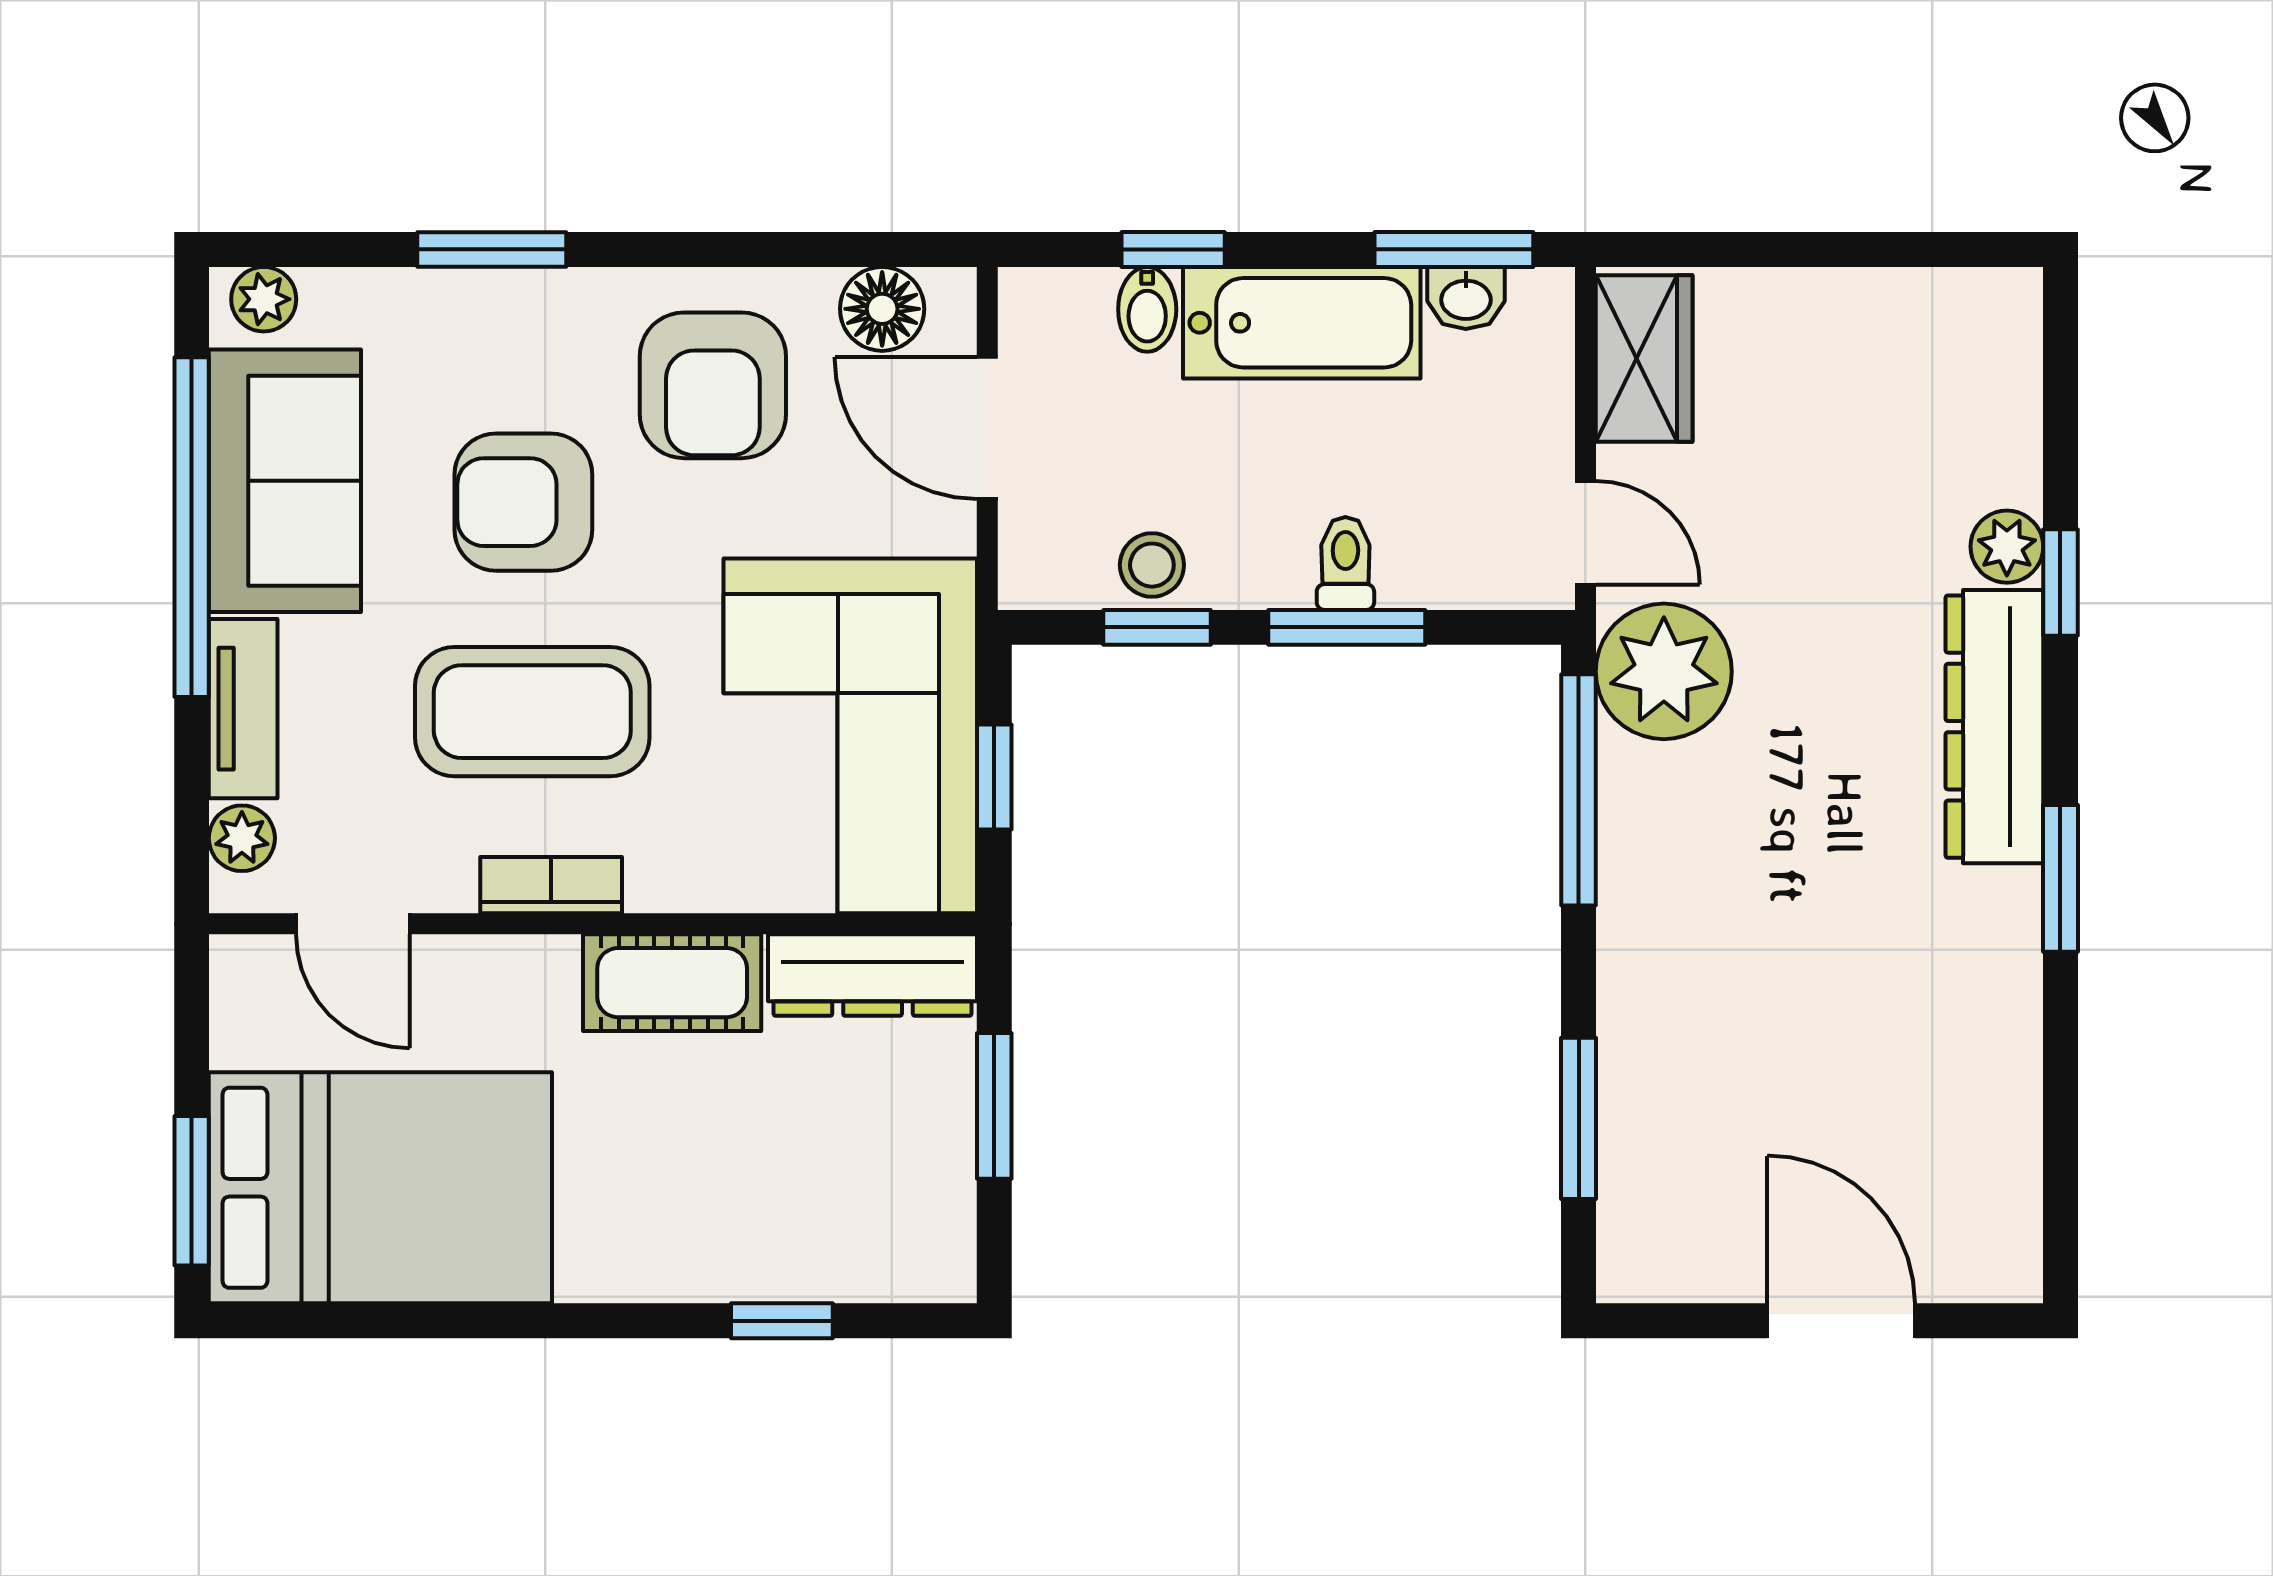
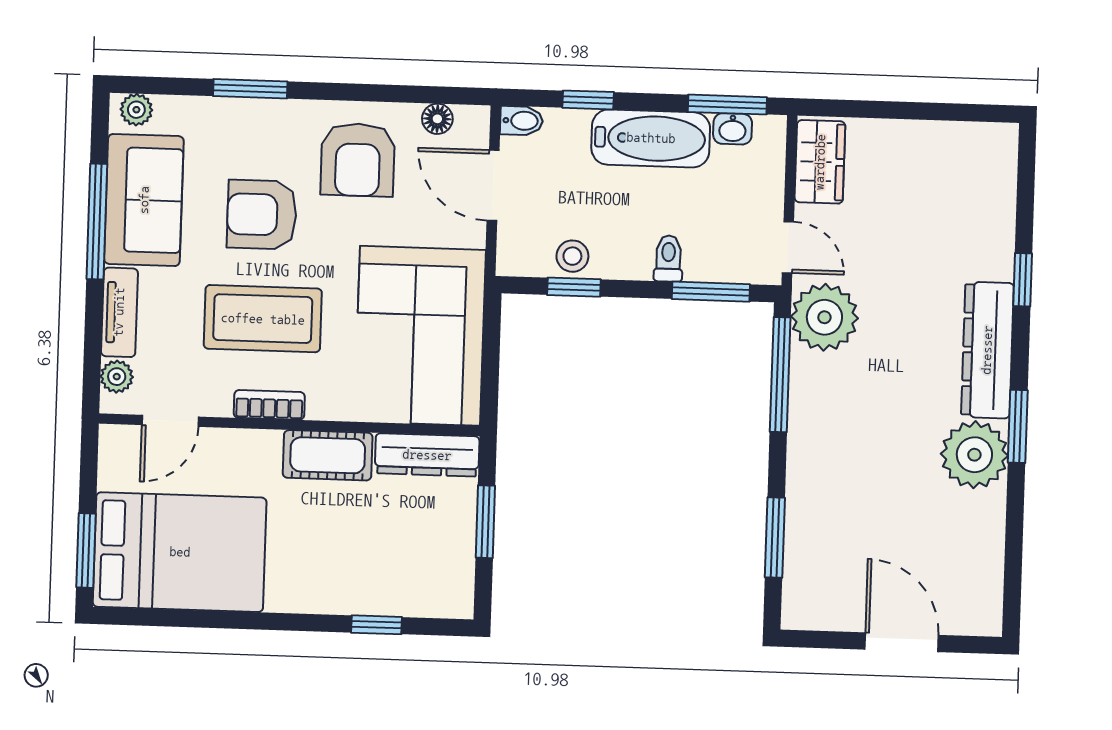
floor lamp: (882, 309) -> (437, 119), width x0.73, depth x0.73
bidet: (1147, 309) -> (521, 121), moved, turned -90
window: (192, 527) -> (97, 222), width x0.68
plant: (2007, 547) -> (974, 455), moved, width x1.88, depth x1.88
window: (1347, 627) -> (711, 292), moved
window: (994, 777) -> (491, 359), removed
door: (353, 924) -> (170, 421), hinge flipped

